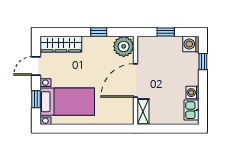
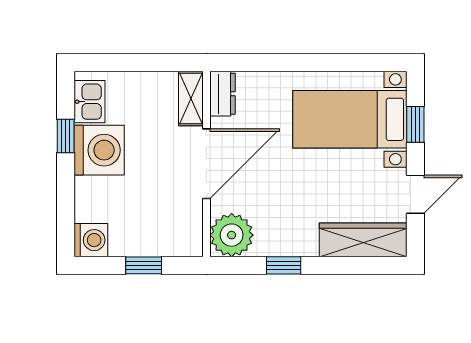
window: (203, 62) -> (66, 136), moved
washing machine: (192, 93) -> (99, 150), width x1.89, depth x1.89
dresser: (128, 114) -> (223, 94), added

